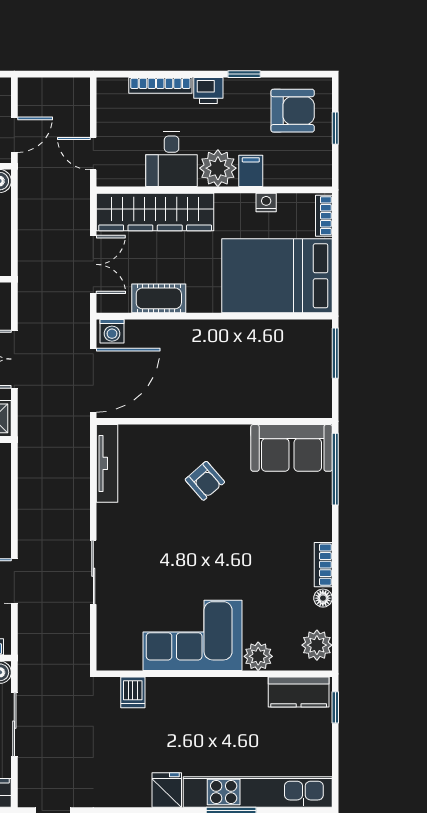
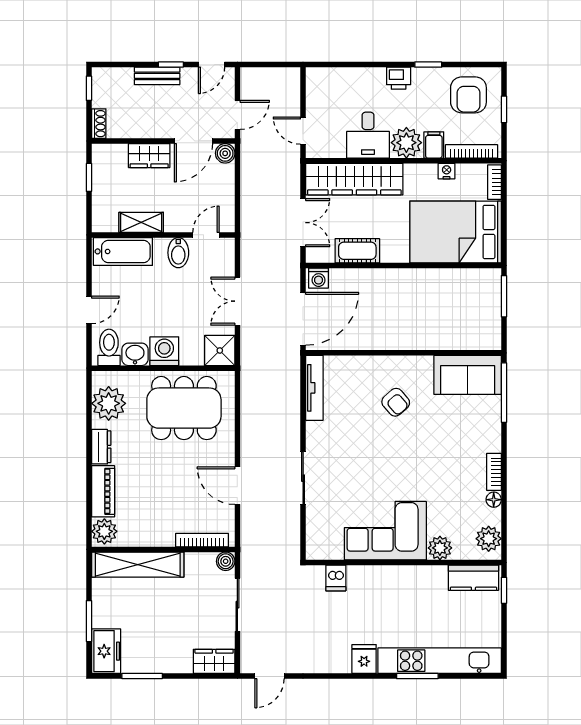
bookcase: (160, 85) -> (472, 151), moved, turned 180
armchair: (293, 111) -> (468, 95), turned 90

